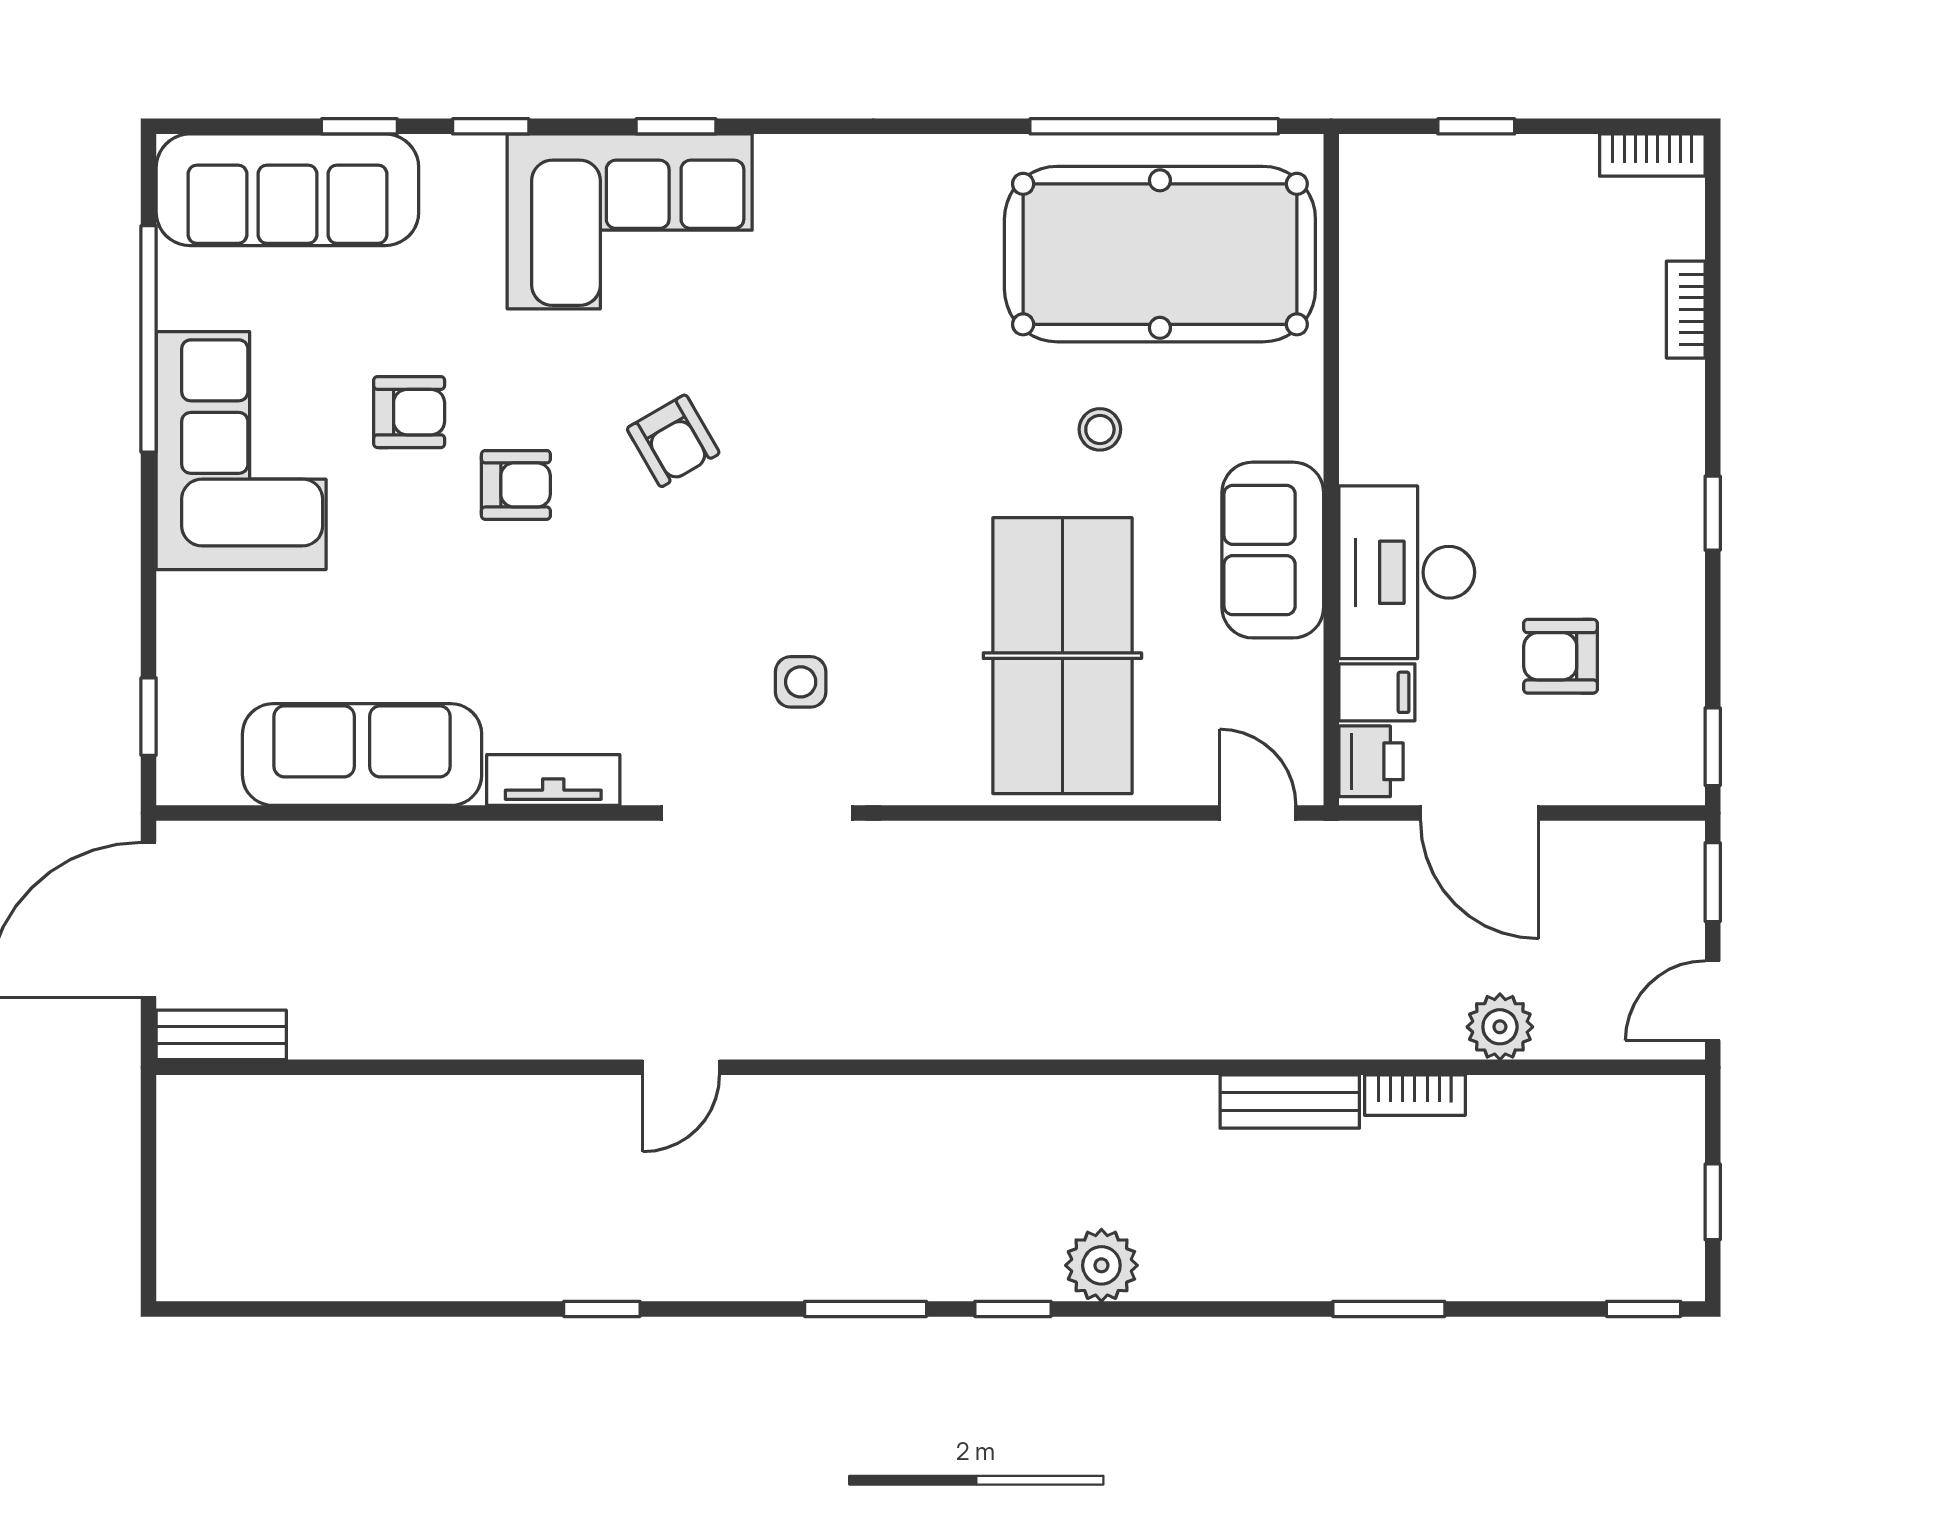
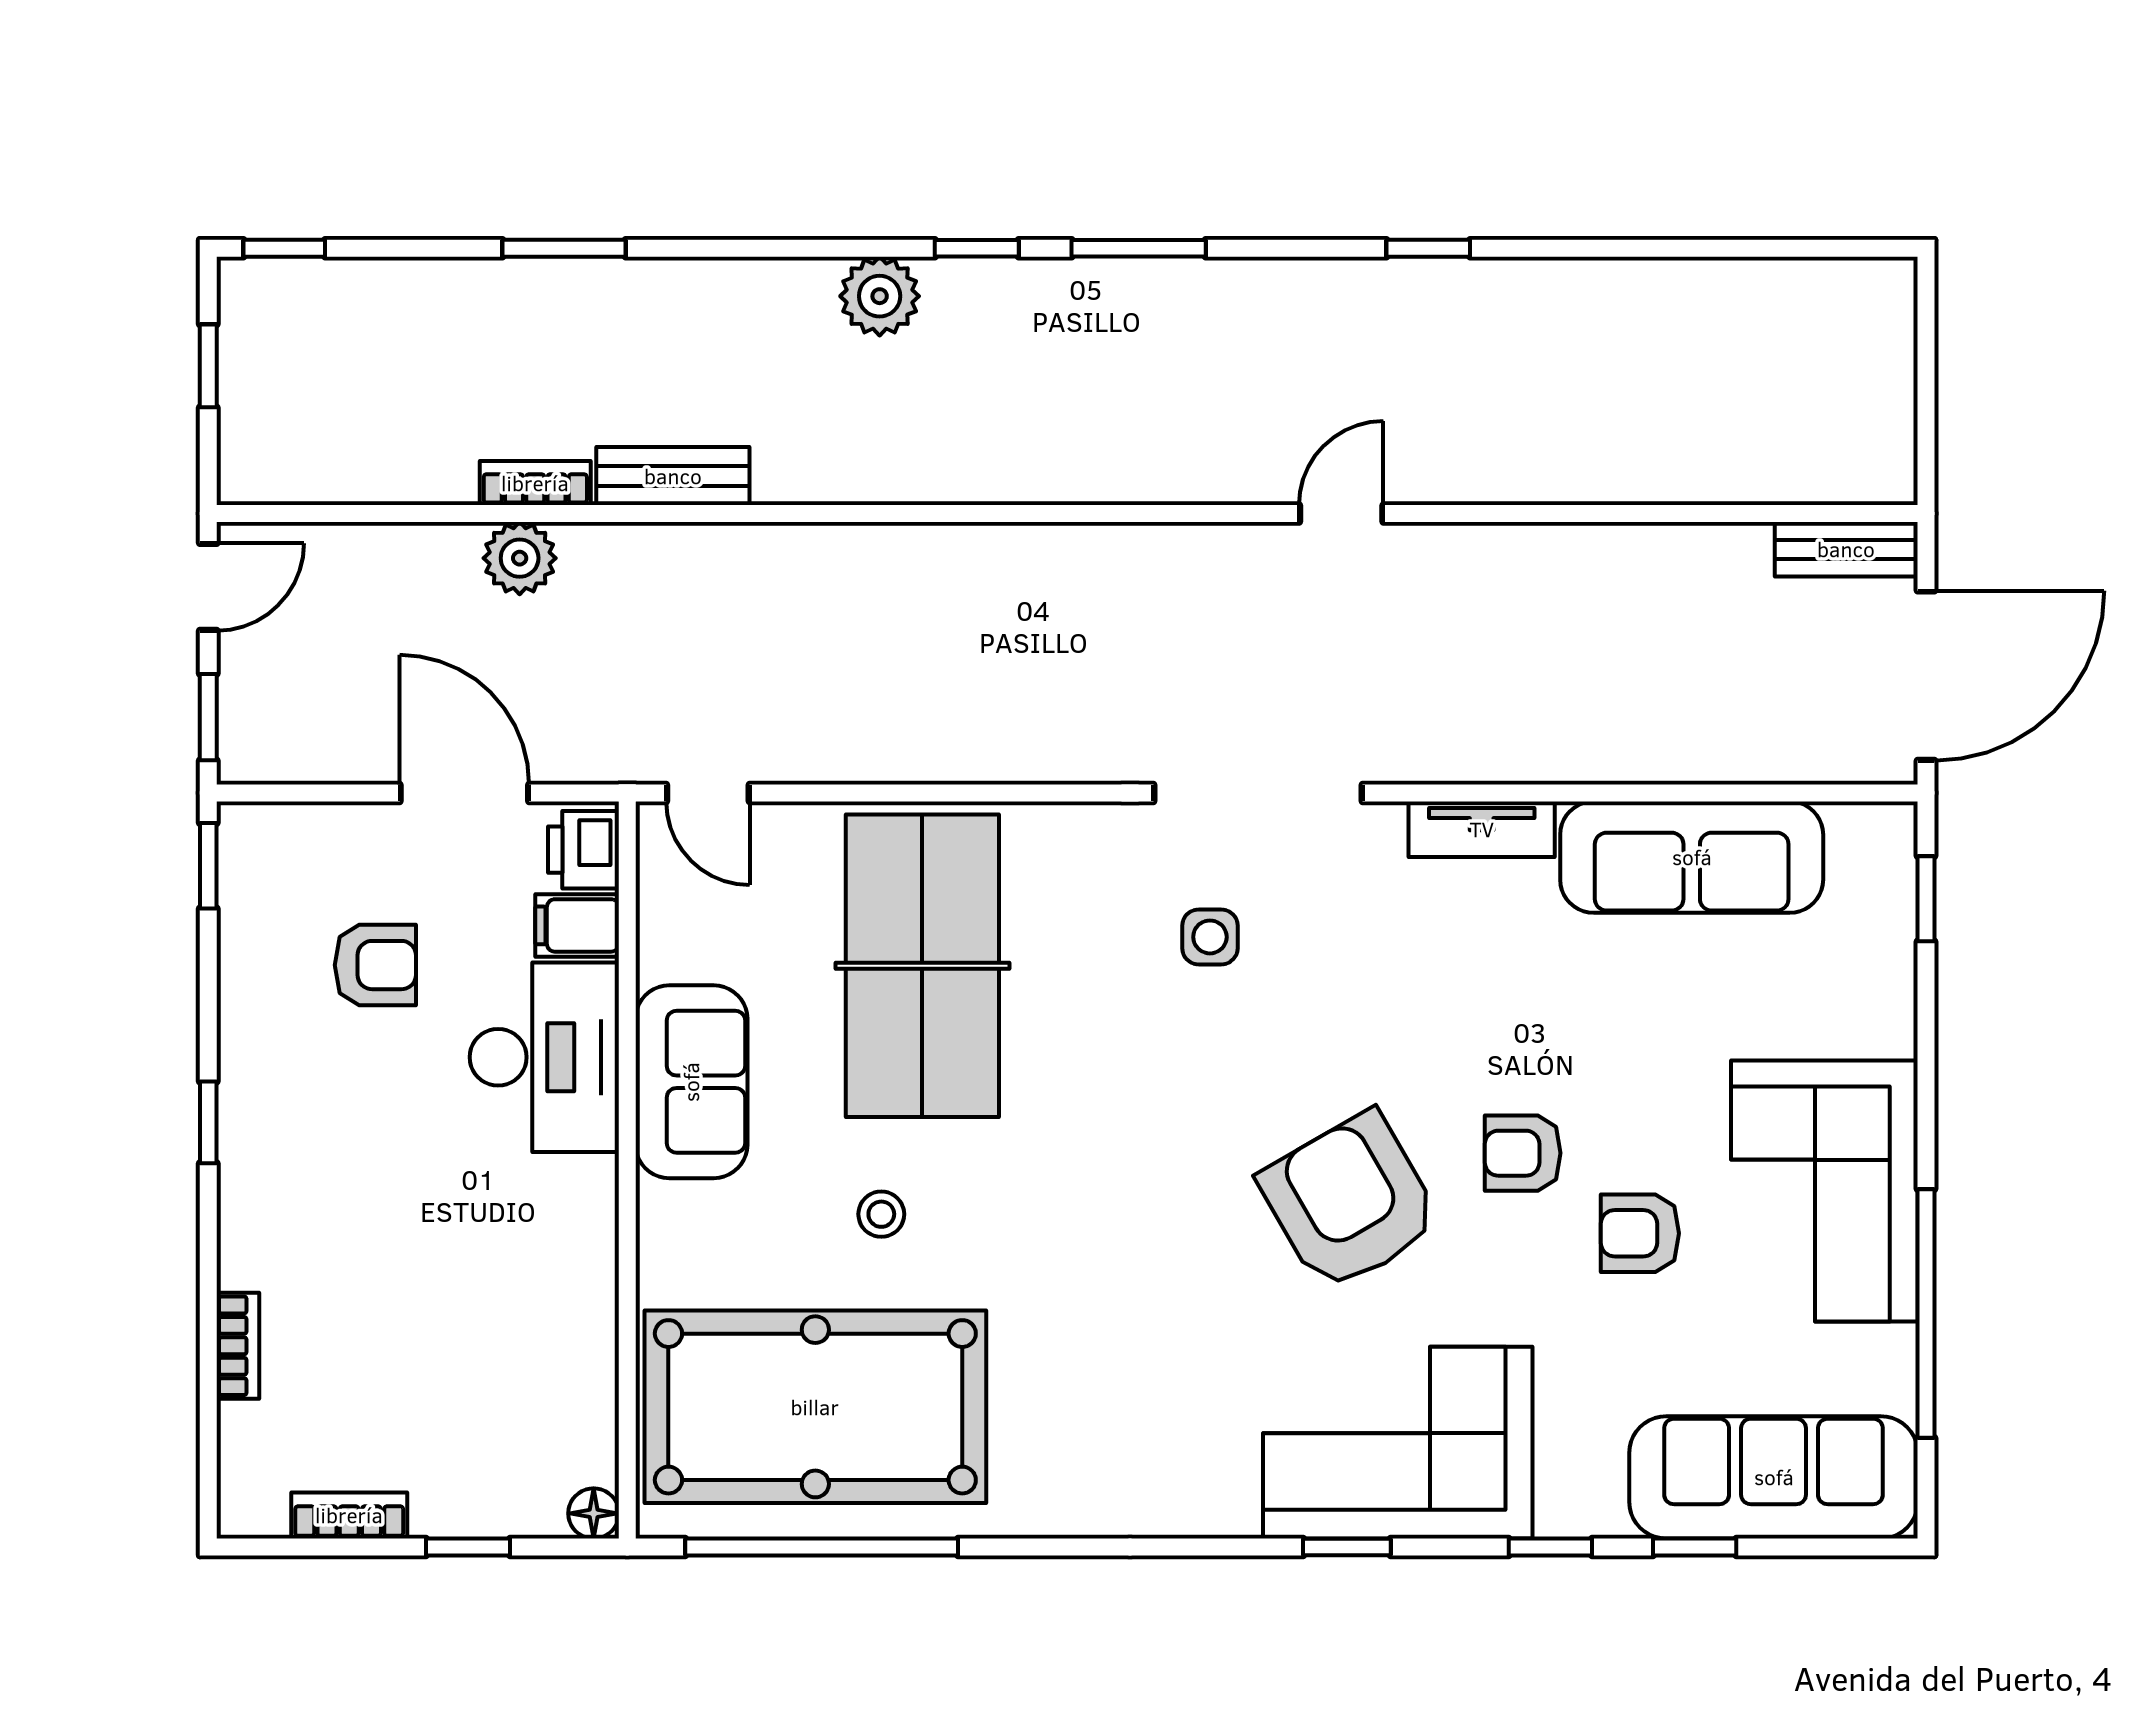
bookcase: (1652, 155) -> (349, 1515), moved
floor lamp: (1362, 157) -> (594, 1513), added
armchair: (673, 441) -> (1350, 1202), width x1.88, depth x1.88
plant: (1500, 1027) -> (520, 558), moved

